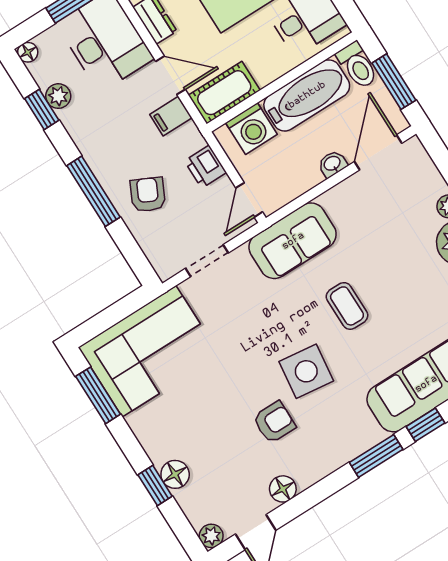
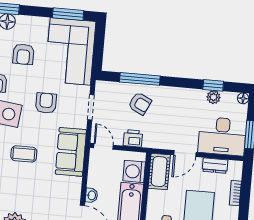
filing cabinet: (171, 116) -> (167, 140), removed
window: (93, 191) -> (140, 79), moved
armchair: (250, 330) -> (46, 103), added
armchair: (204, 416) -> (23, 54), added

